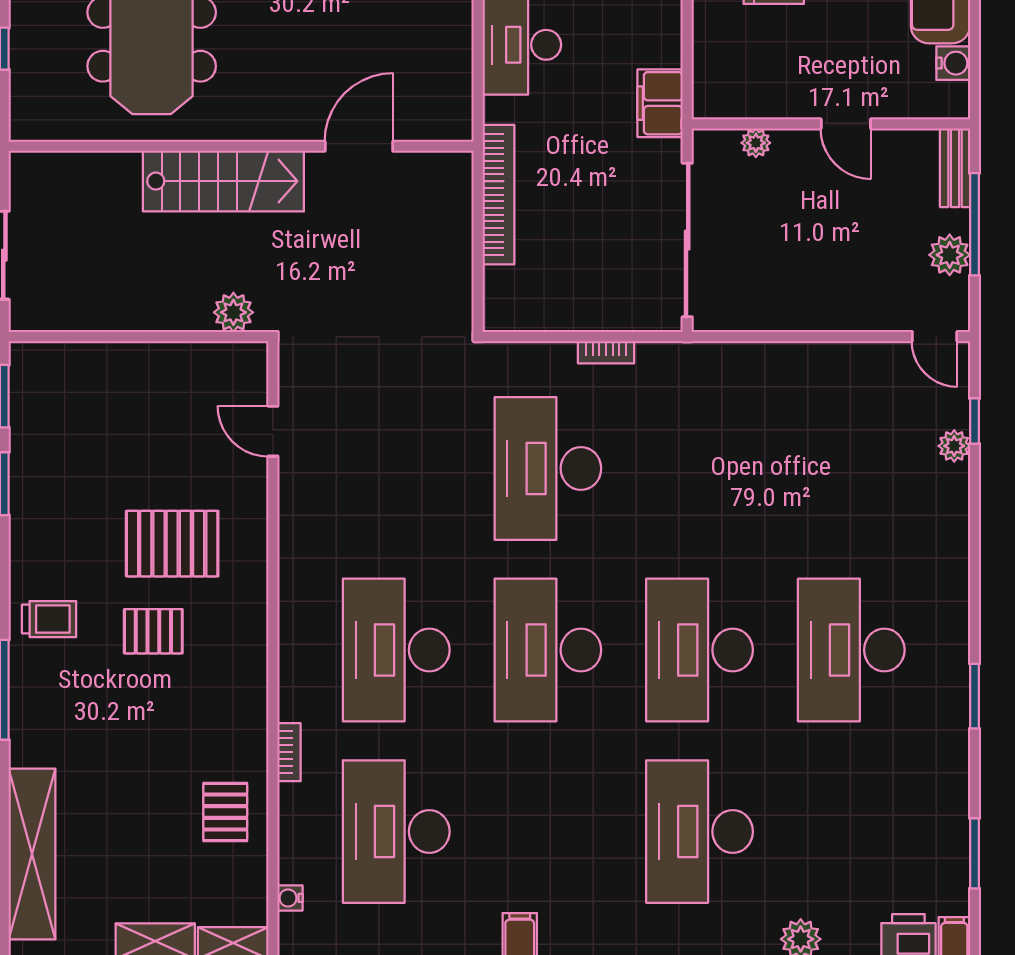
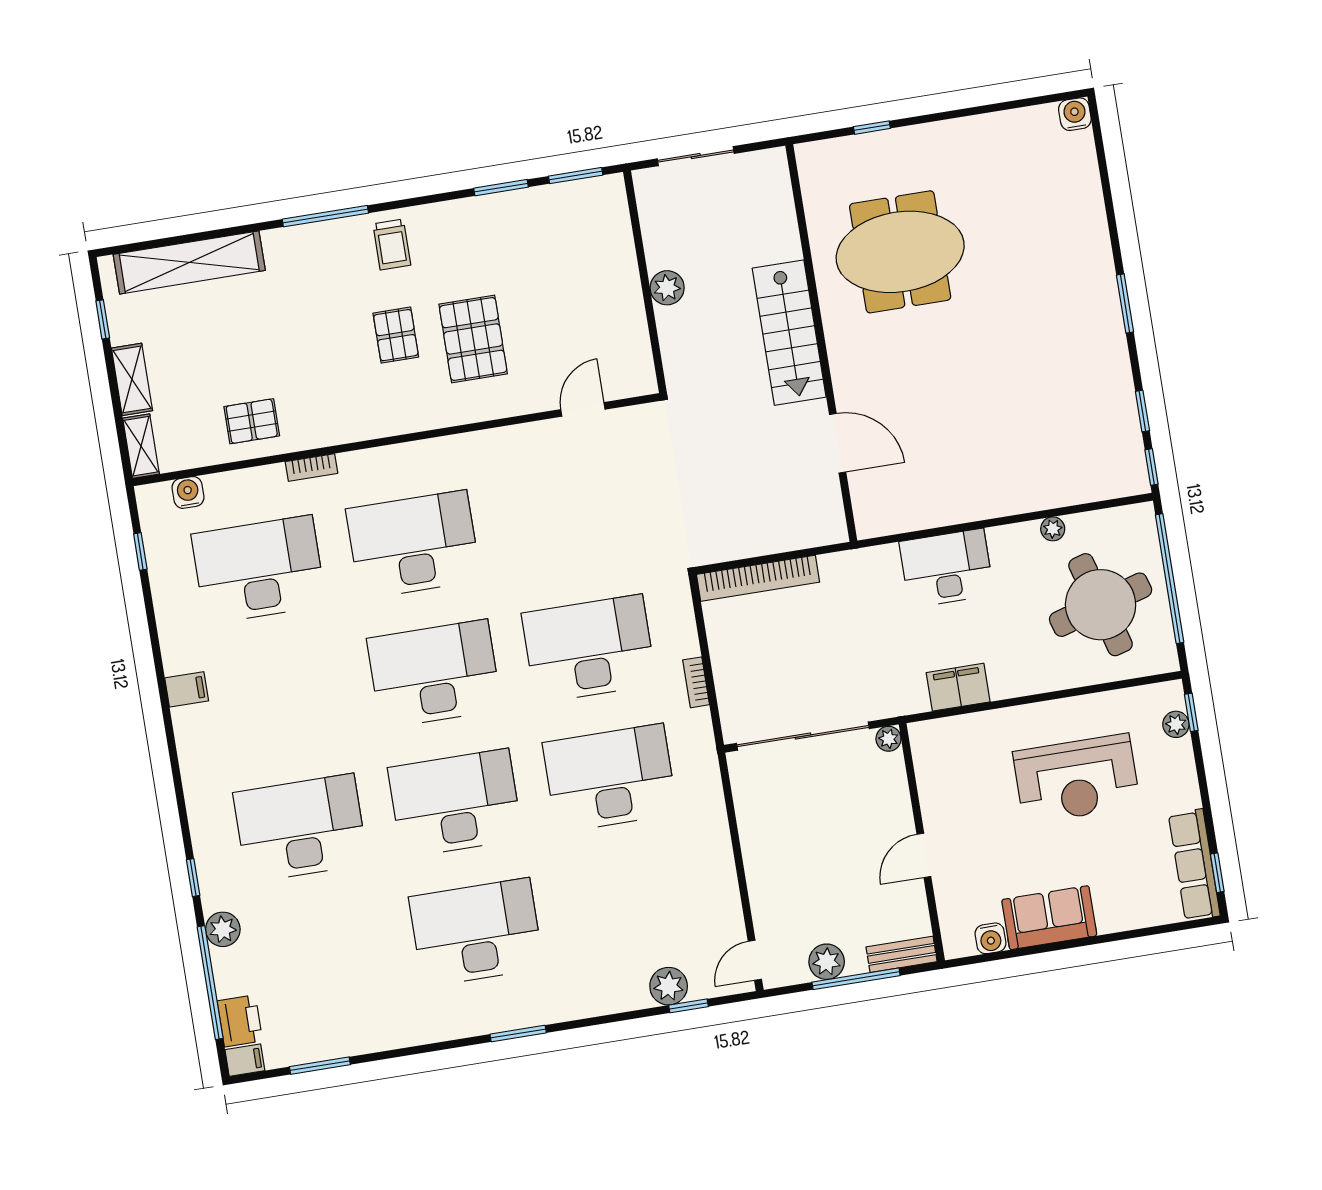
filing cabinet: (660, 103) -> (958, 687), moved
plant: (756, 143) -> (888, 739), moved
bookcase: (499, 195) -> (758, 578), moved
plant: (233, 312) -> (667, 288), moved
plant: (954, 446) -> (669, 986), width x1.38, depth x1.38
desk: (700, 468) -> (610, 778), added
window: (974, 696) -> (518, 1034), moved
water cooler: (290, 898) -> (188, 492), width x1.38, depth x1.38

